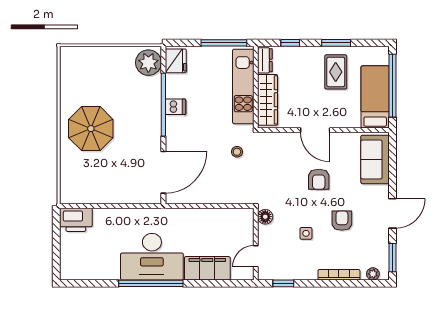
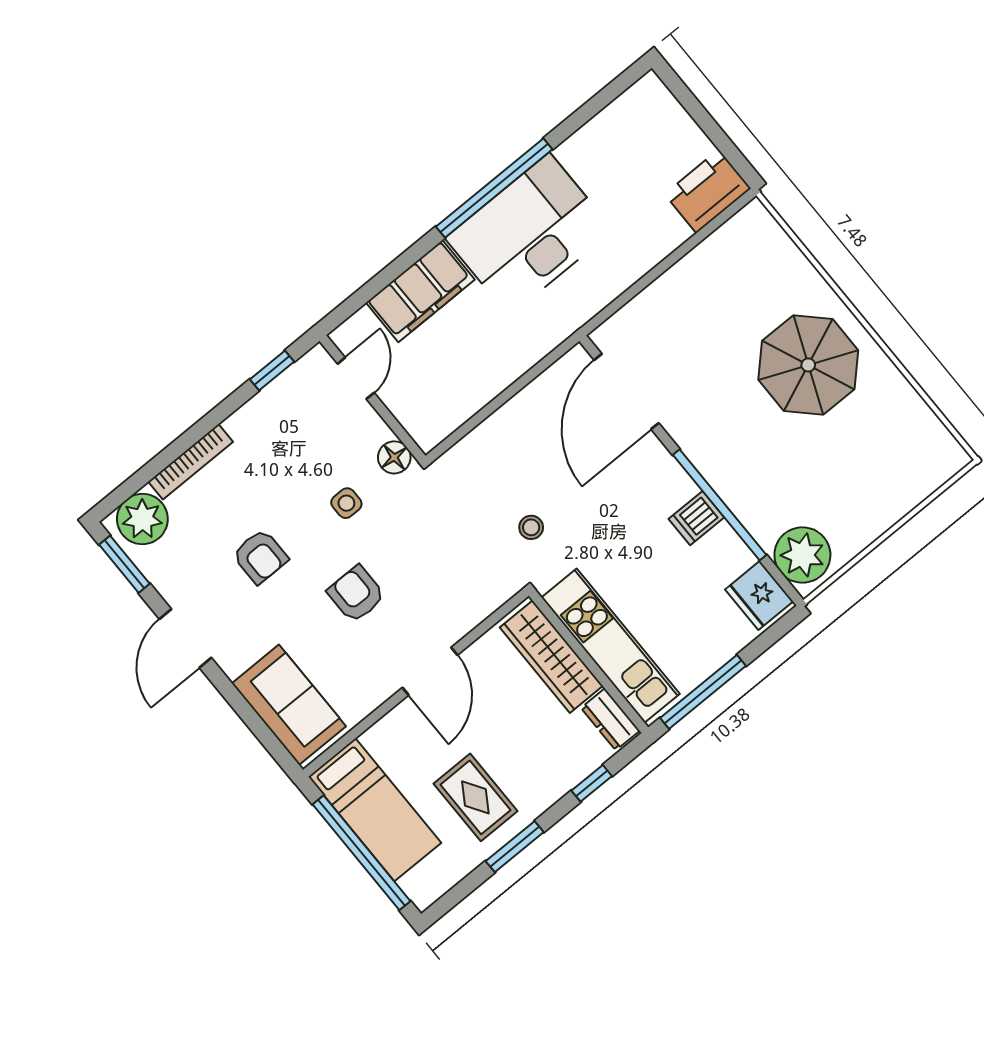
door: (315, 130) -> (430, 671), swing flipped
side table: (306, 233) -> (346, 503), moved
plant: (373, 274) -> (142, 519), width x1.88, depth x1.88

